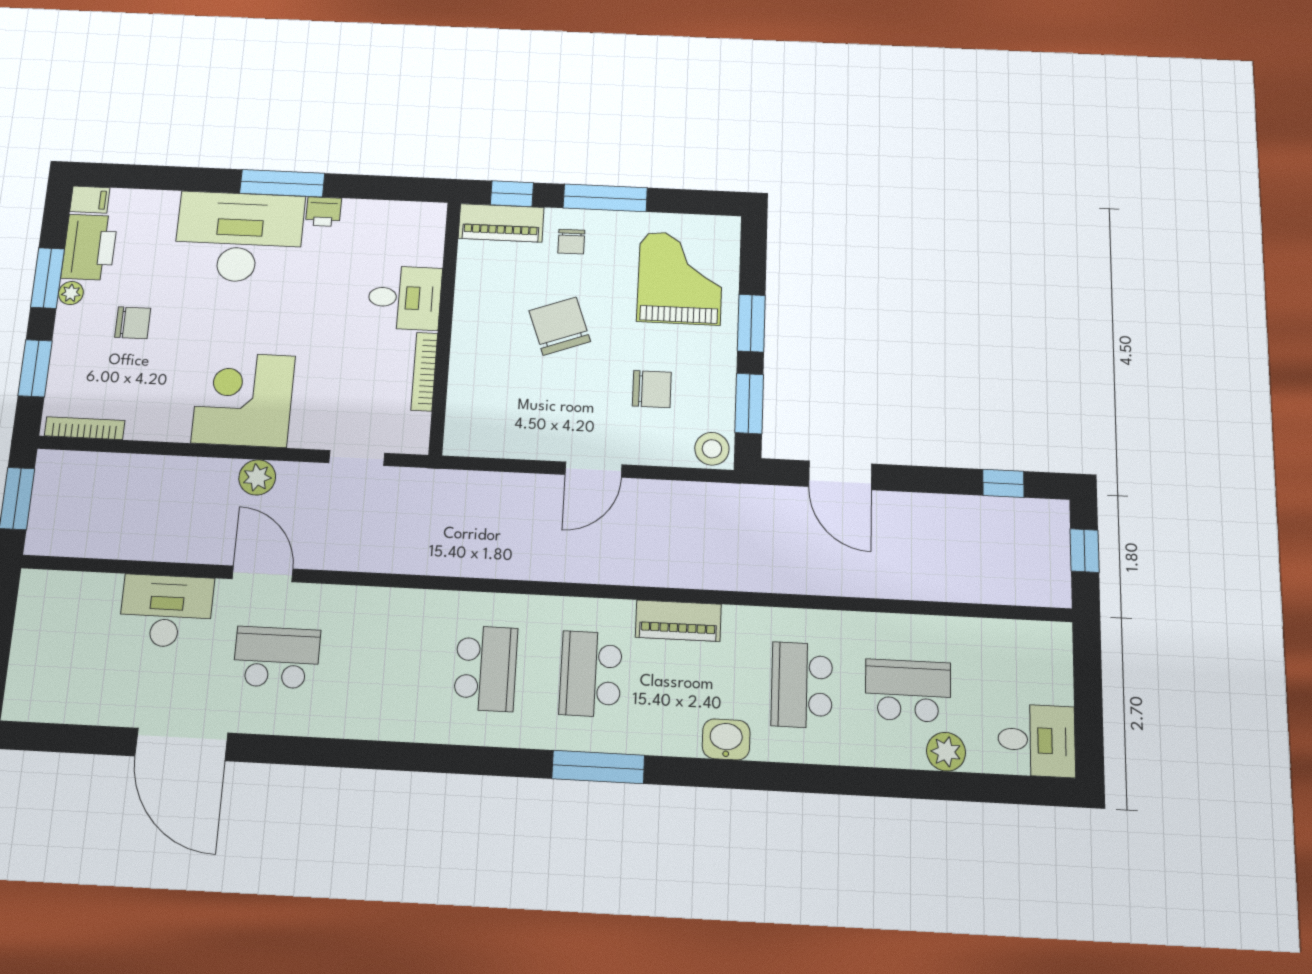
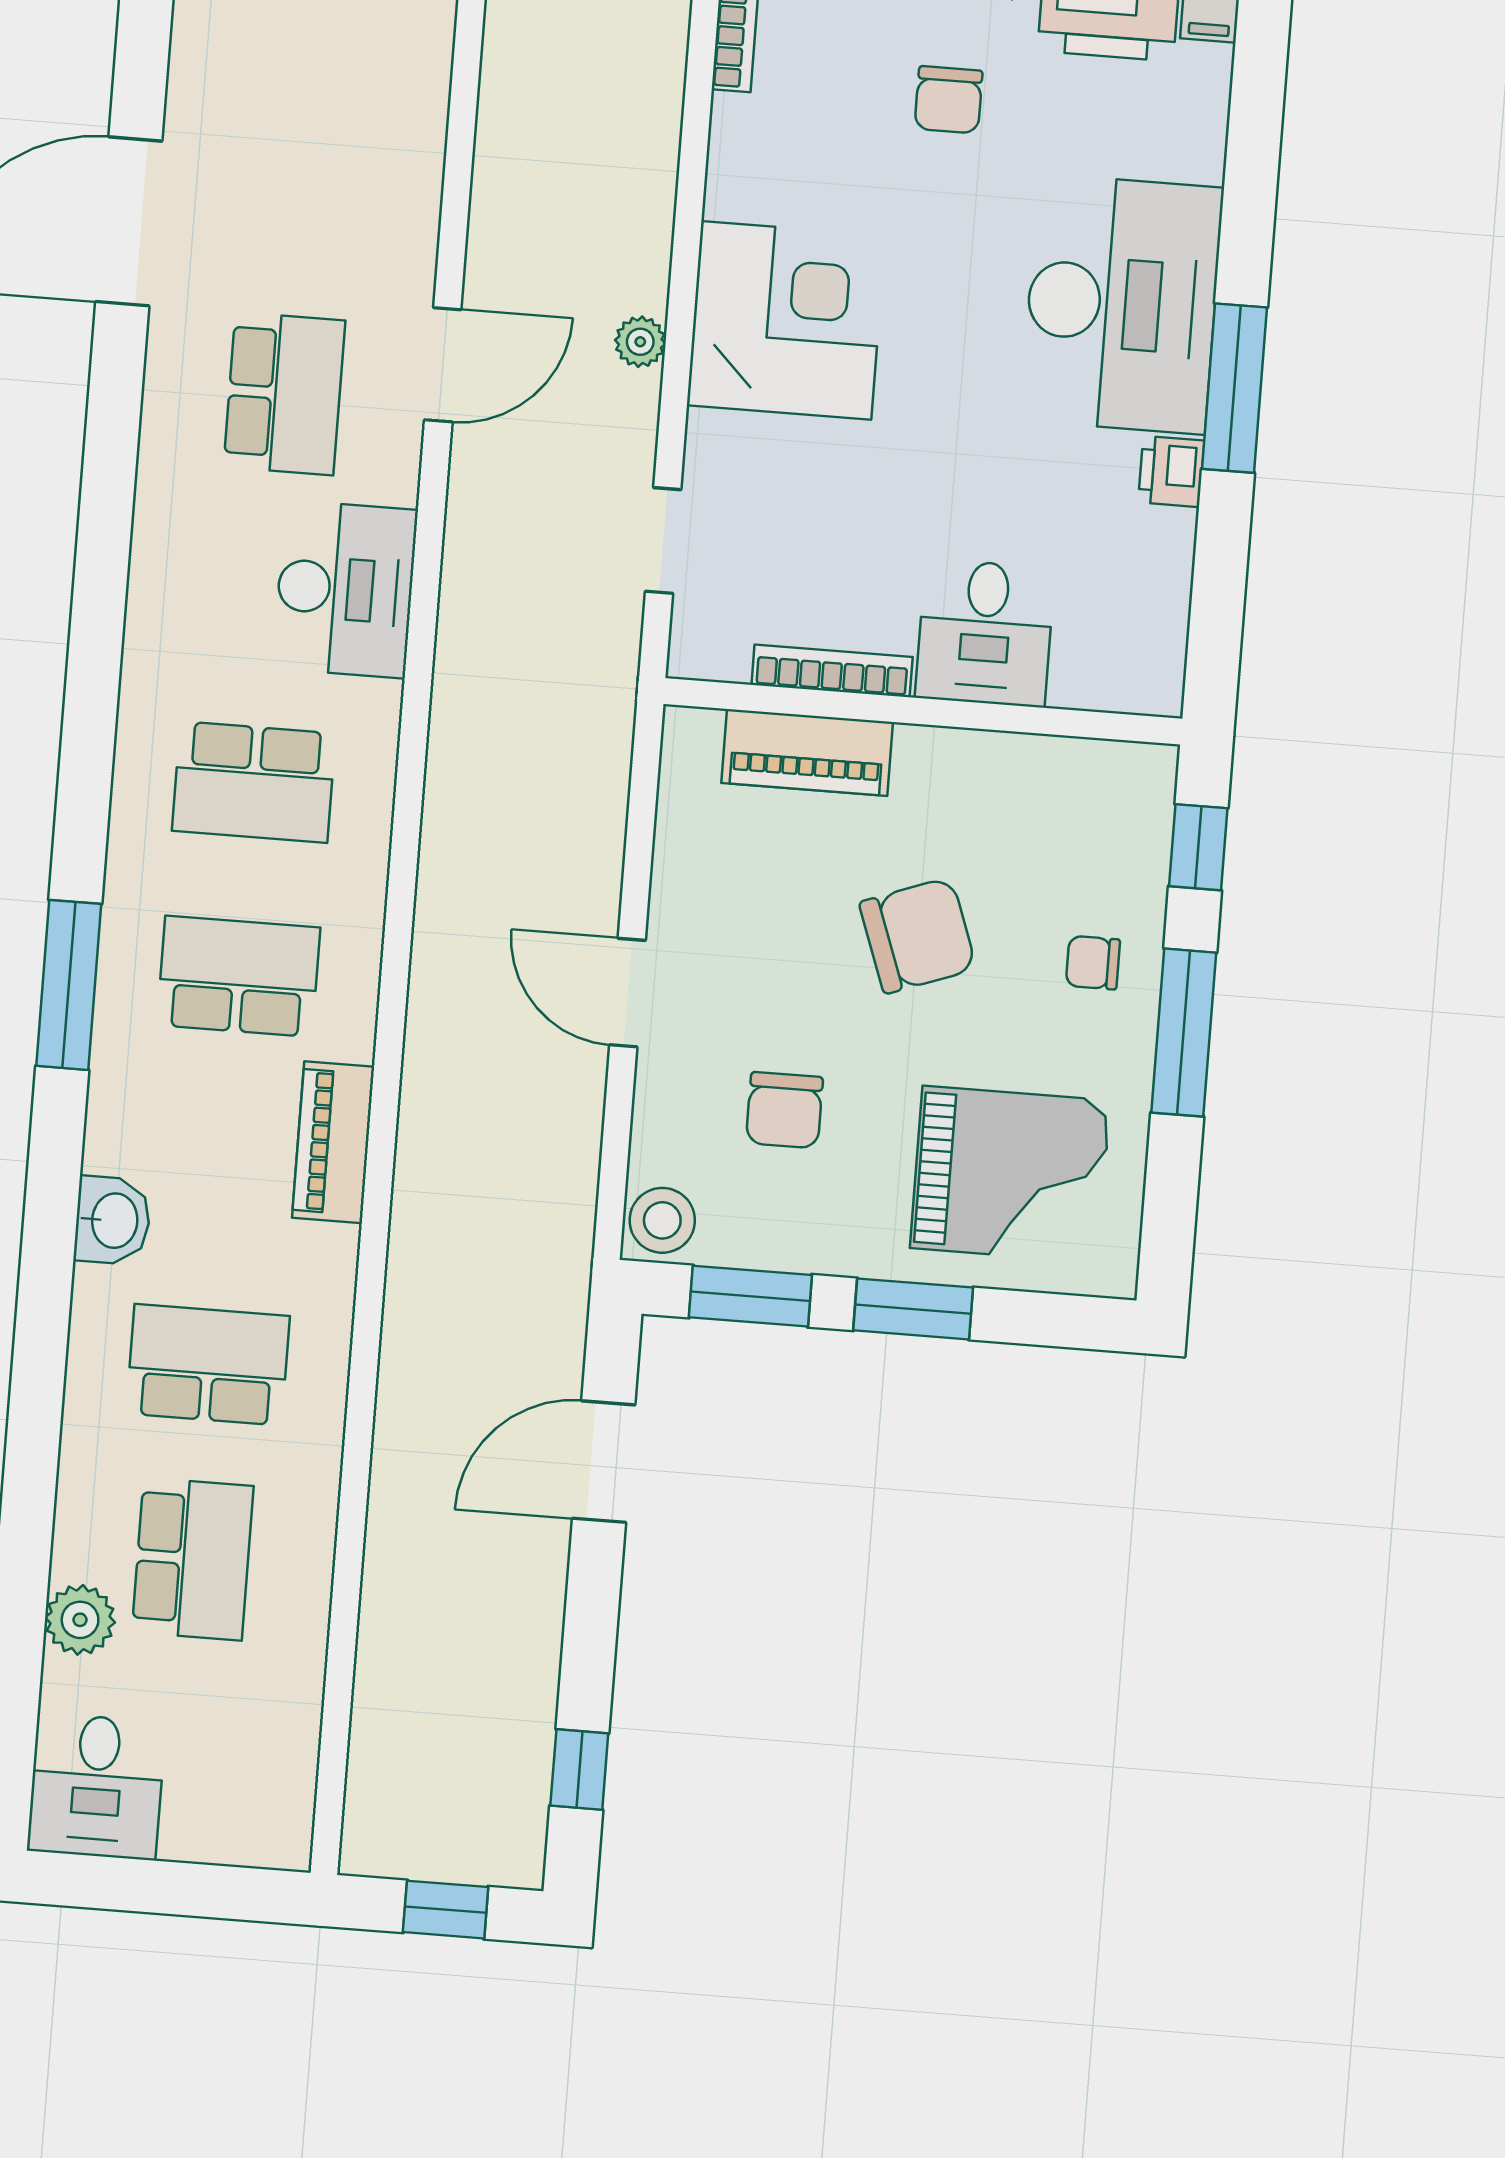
piano: (501, 223) -> (807, 753), moved, turned -90
plant: (257, 477) -> (640, 342), width x0.73, depth x0.73
desk: (166, 611) -> (345, 589), moved

